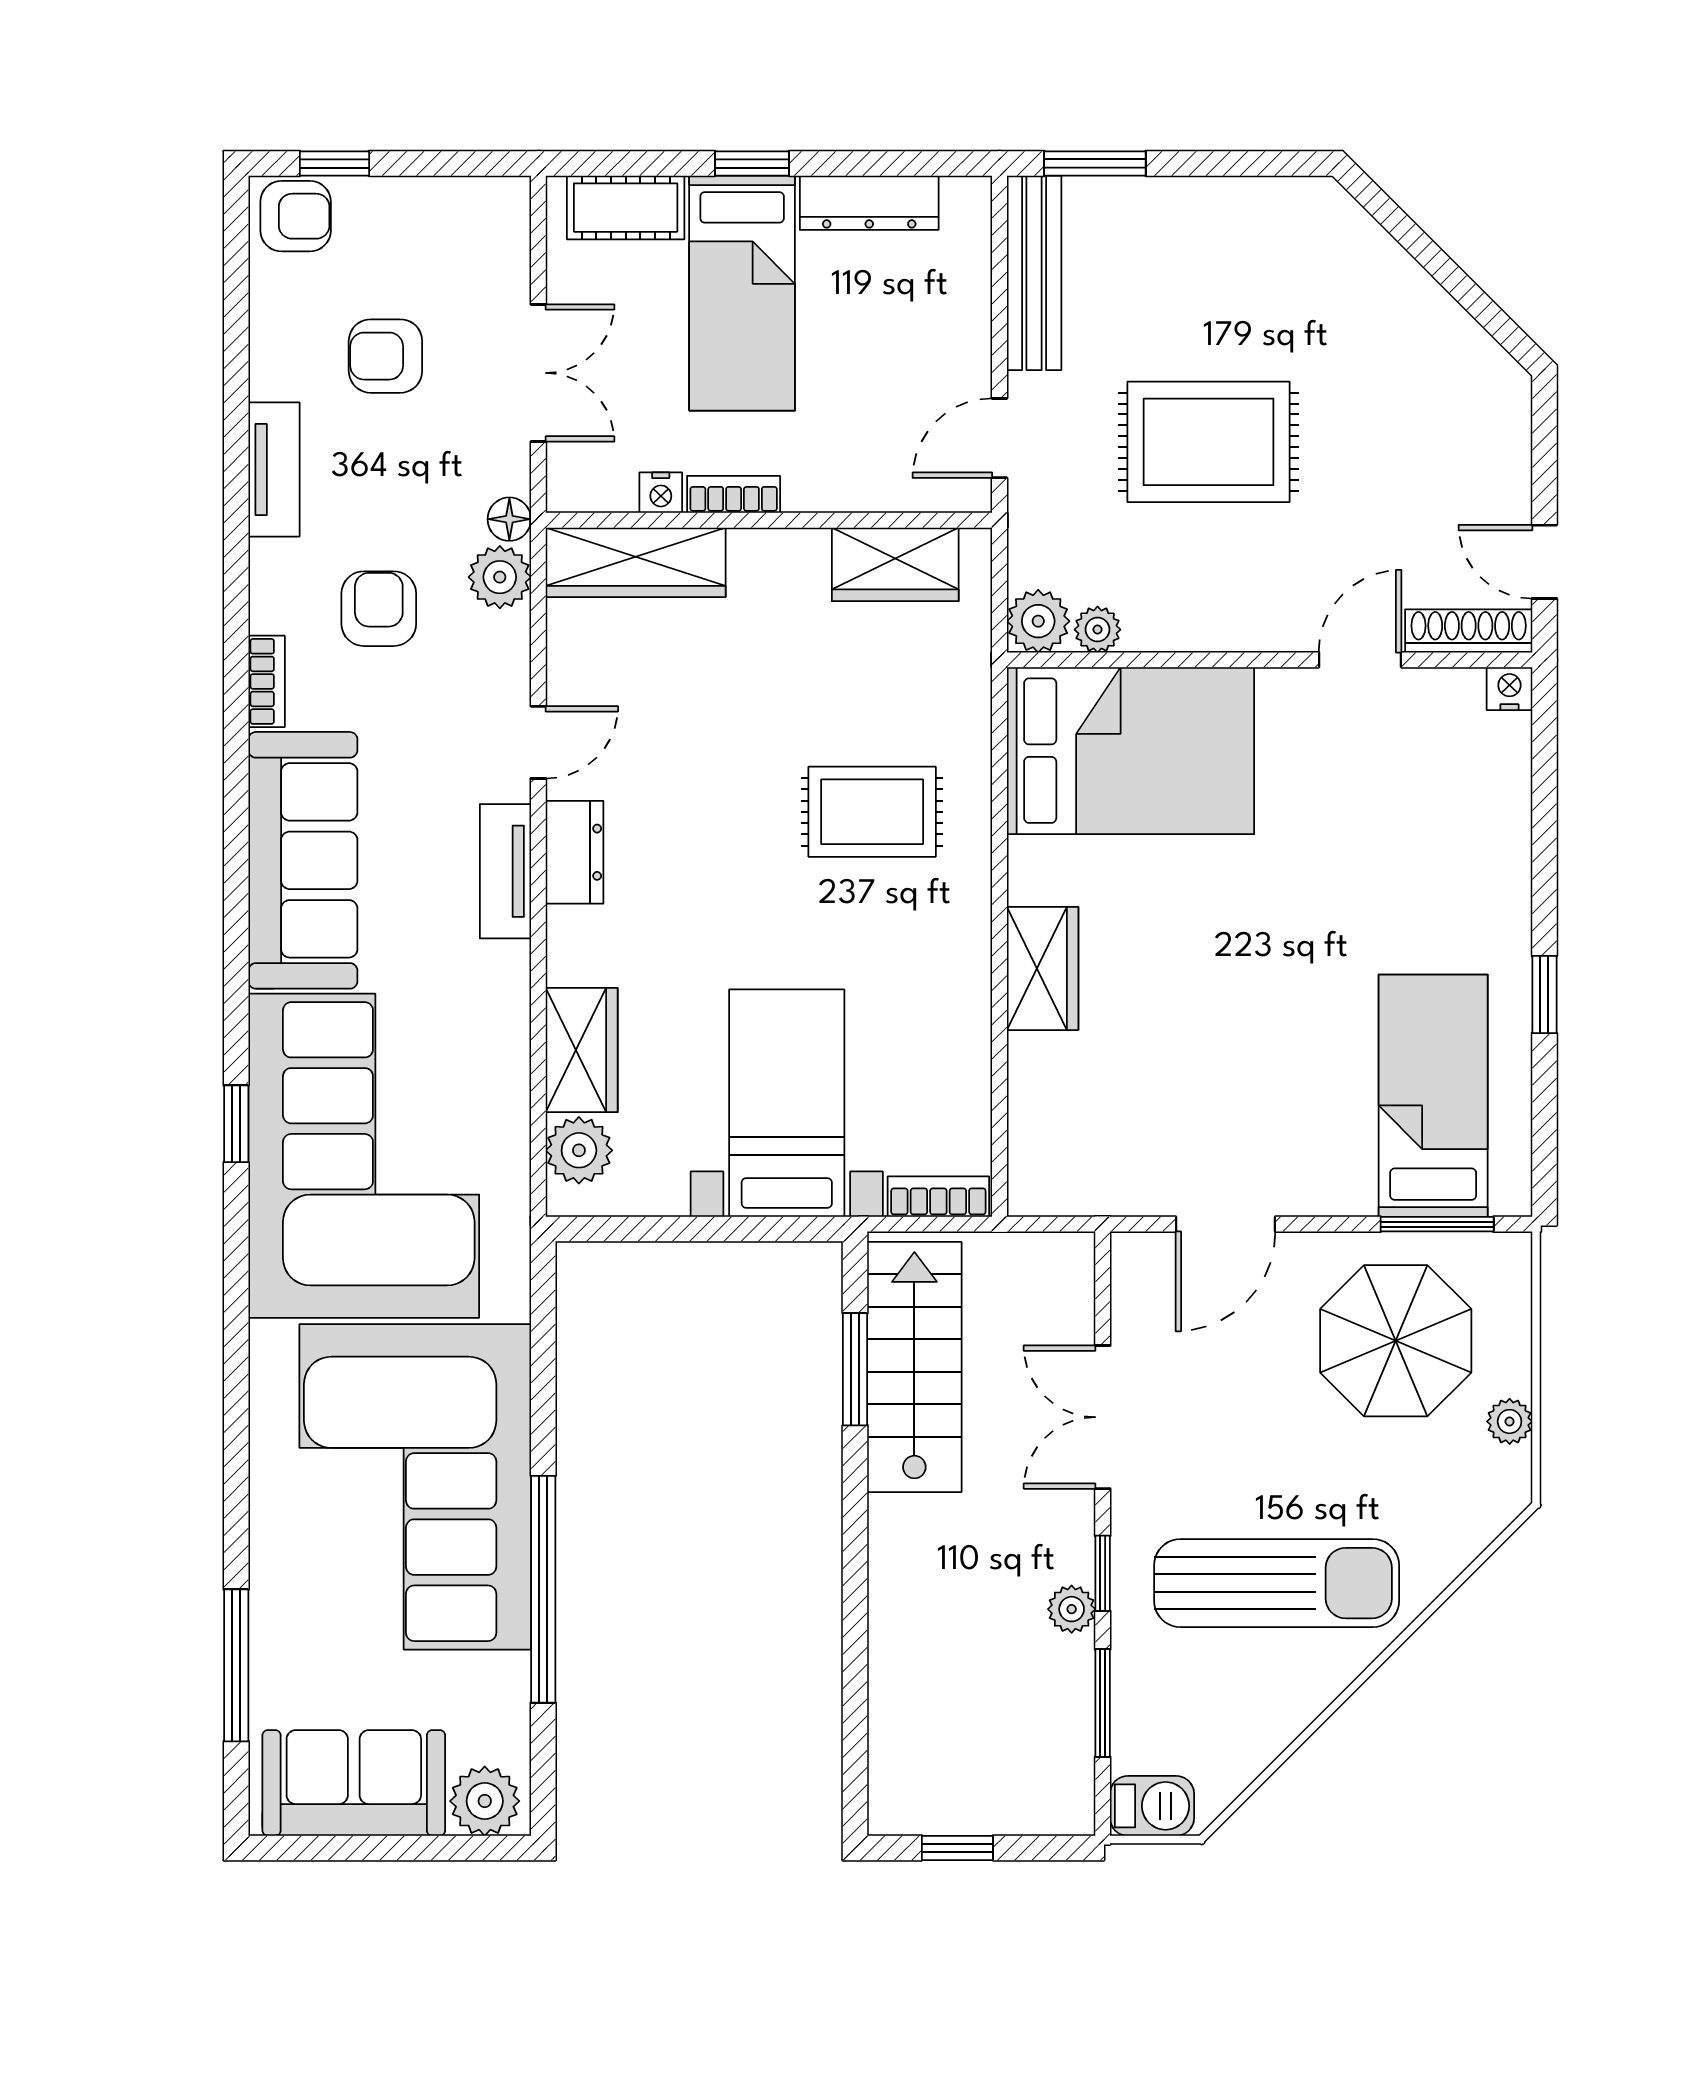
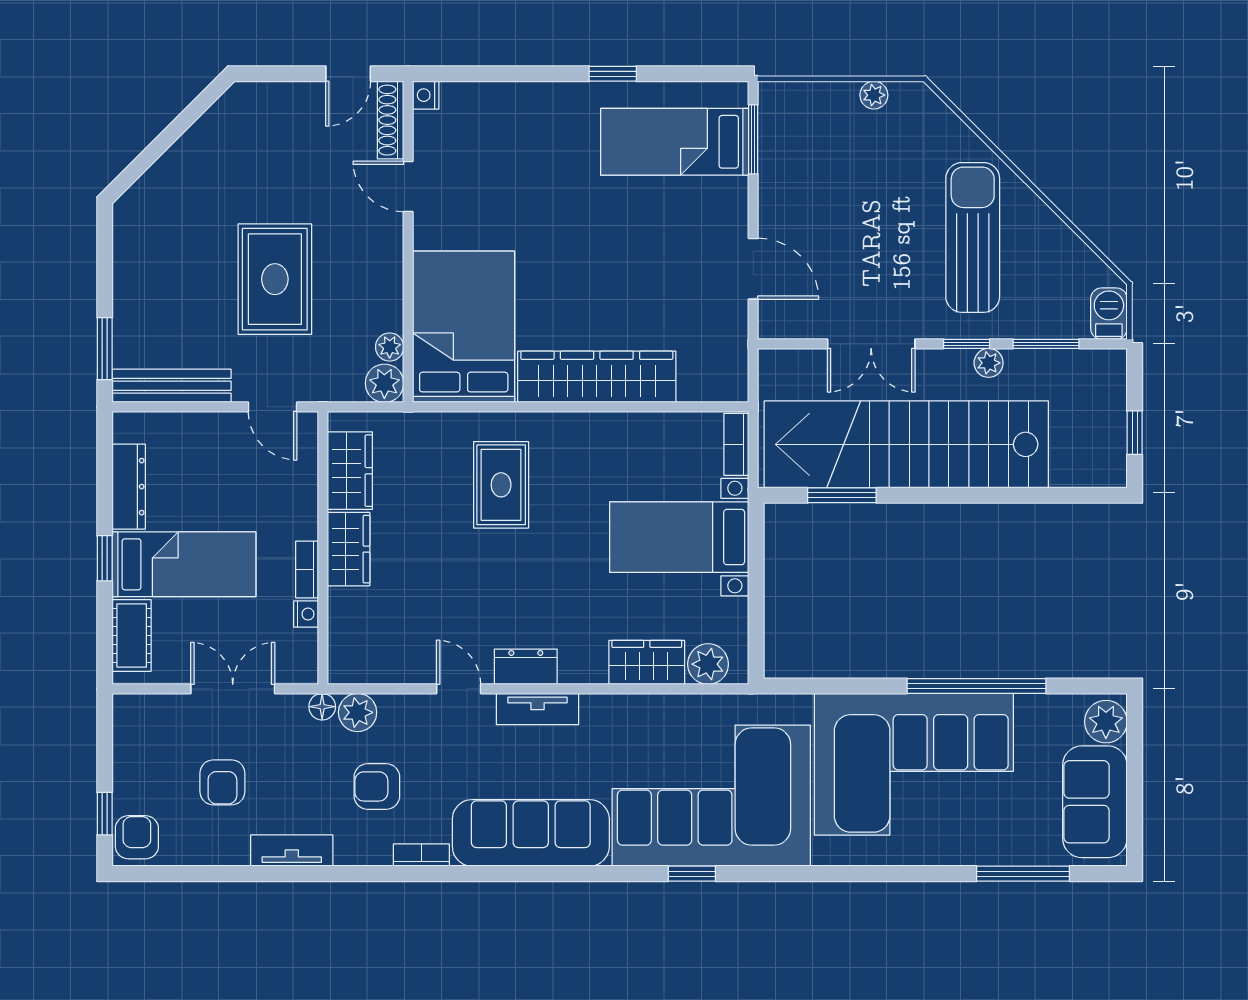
wardrobe: (636, 562) -> (349, 549), moved, width x0.67
wardrobe: (1043, 968) -> (597, 377), width x2.10, depth x1.17
parasol: (1396, 1341) -> (824, 165), removed
stairs: (914, 1367) -> (906, 444), width x1.86, depth x1.51

